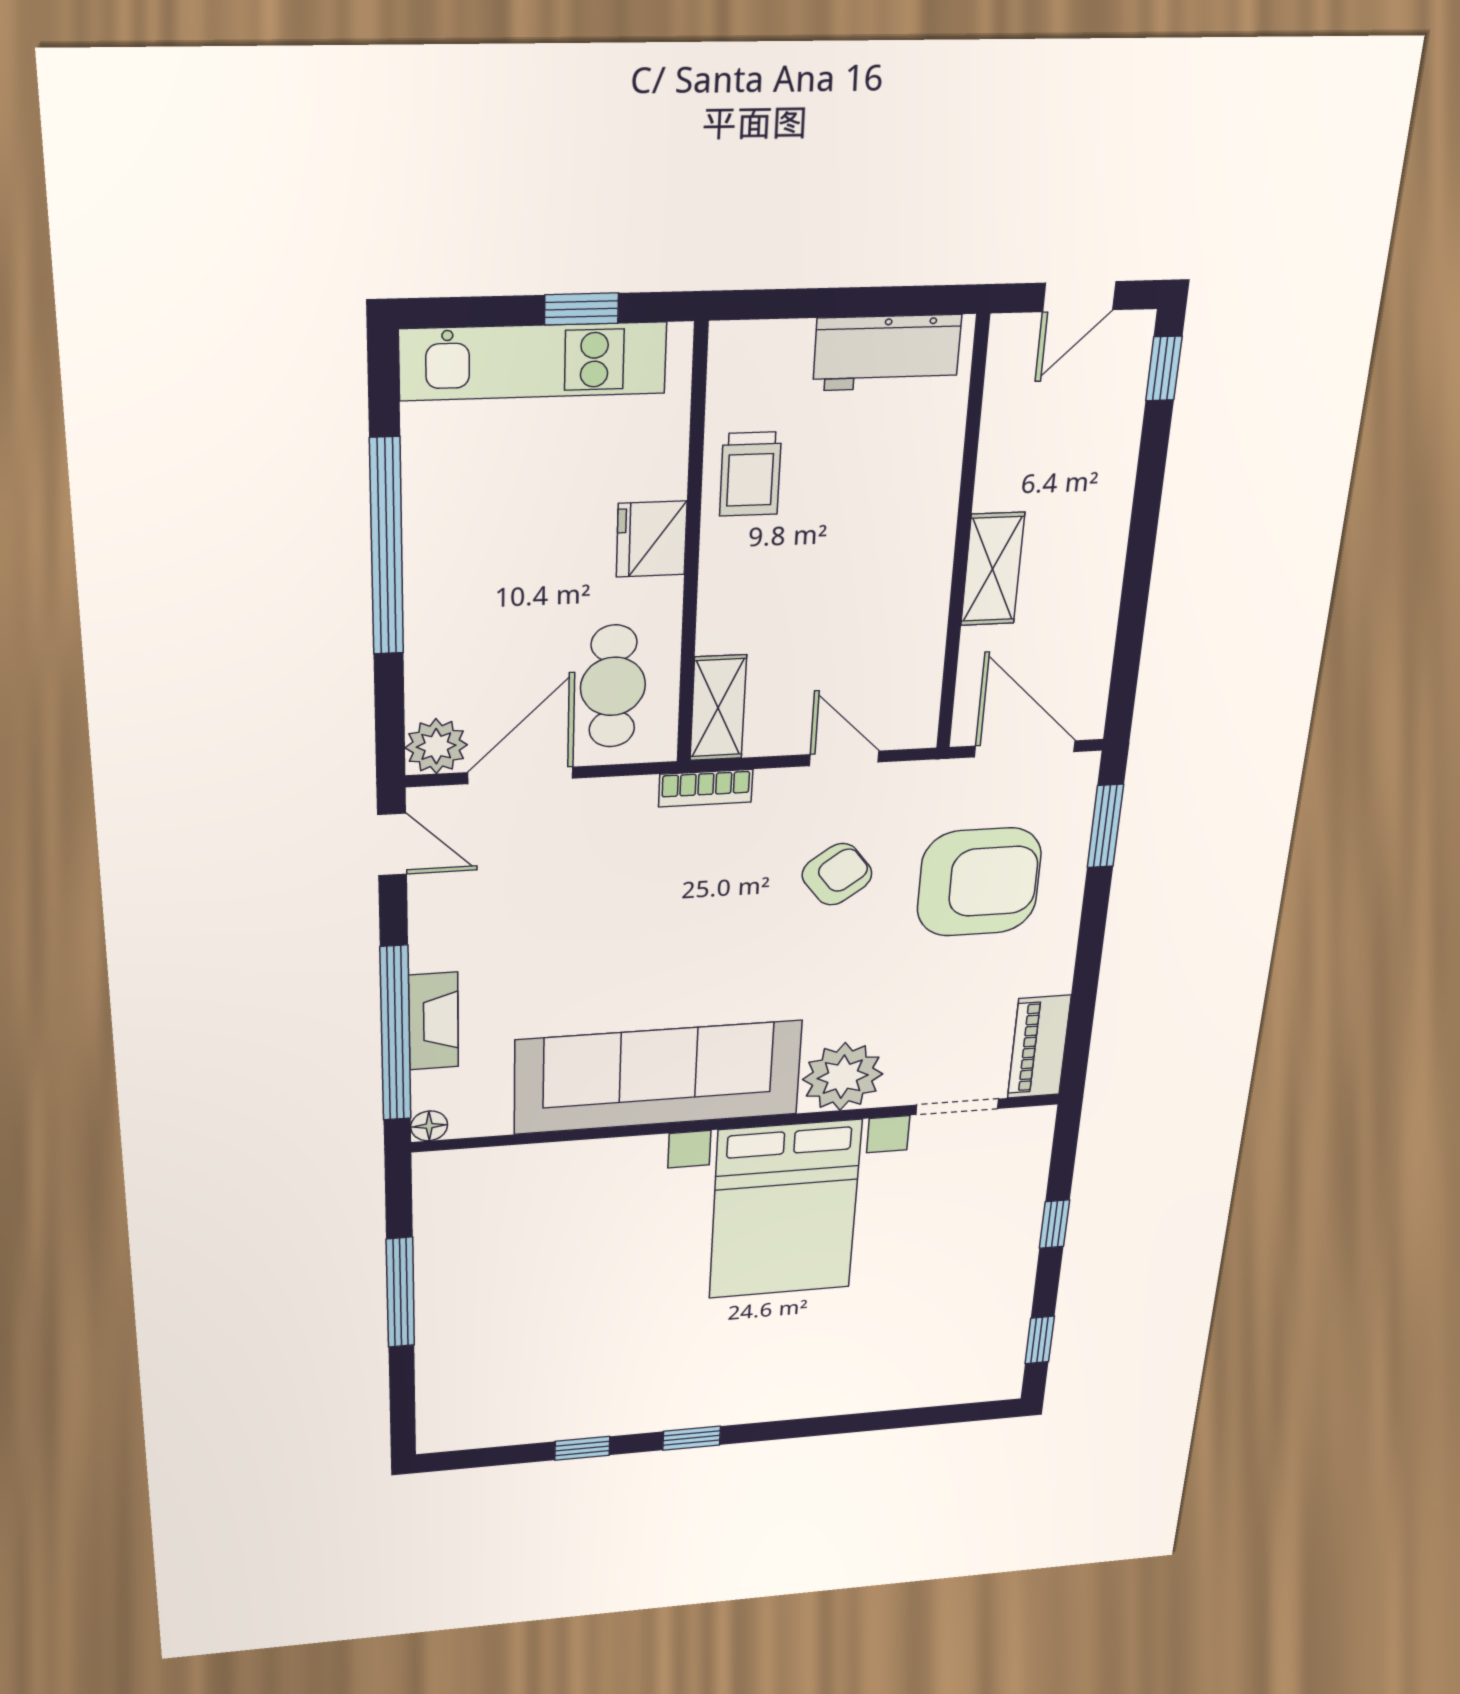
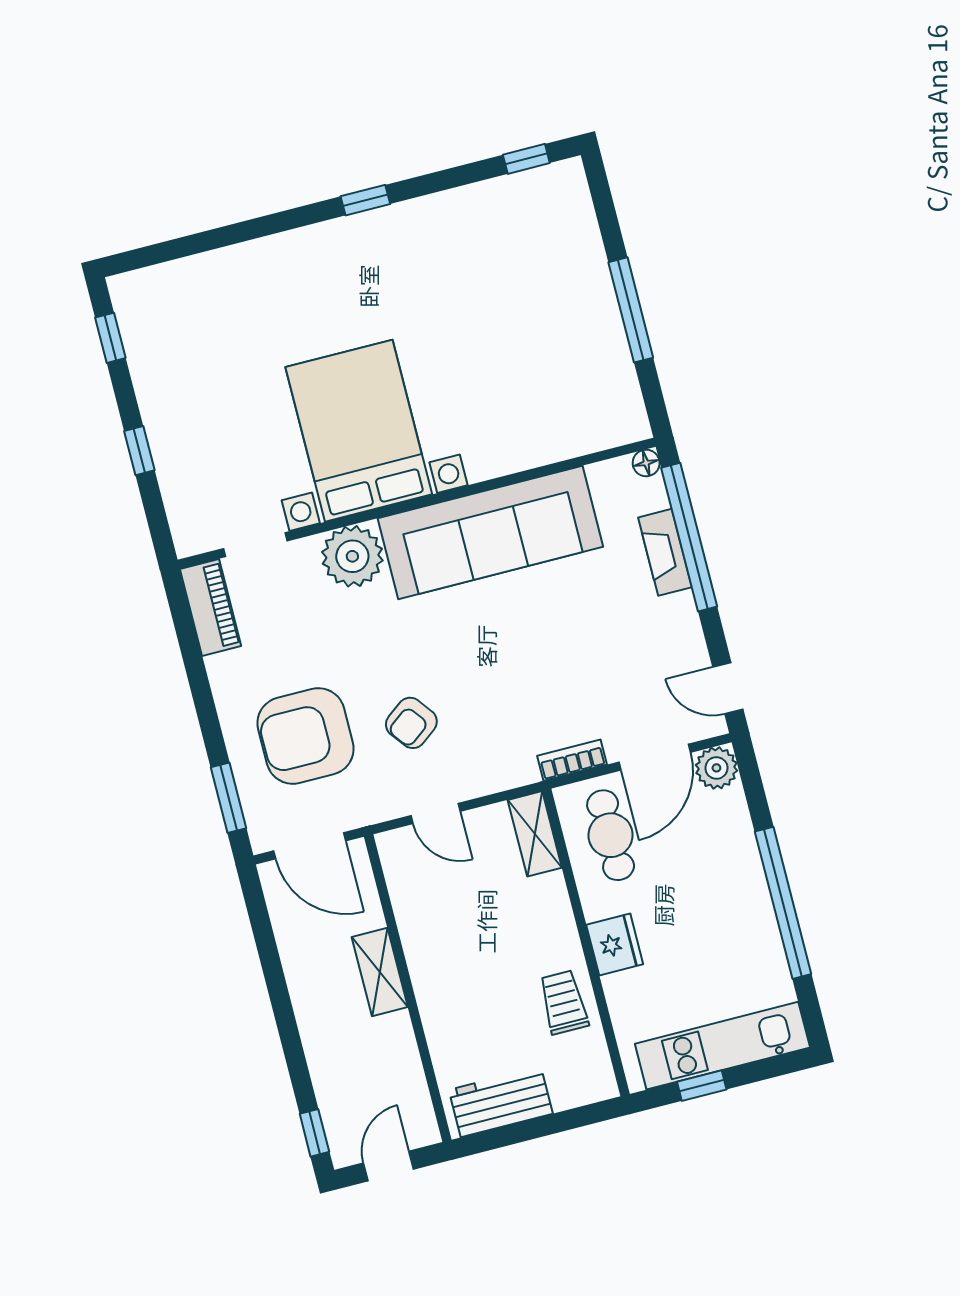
bookcase: (706, 788) -> (572, 760), moved
window: (582, 1448) -> (526, 159), moved

